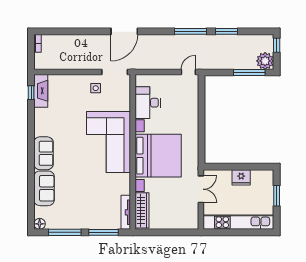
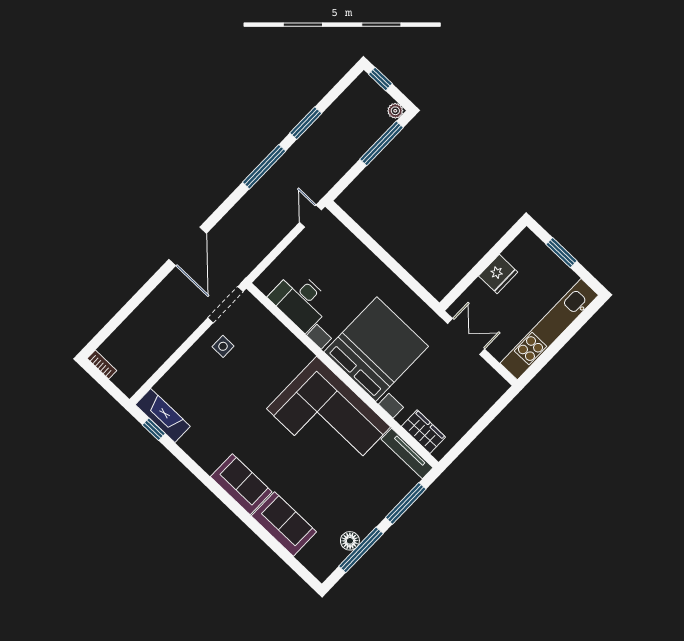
plant: (265, 61) -> (395, 111), width x0.53, depth x0.53
corner sofa: (108, 142) -> (328, 418), moved
wardrobe: (142, 210) -> (423, 432), width x0.67
floor lamp: (40, 224) -> (350, 541), moved

